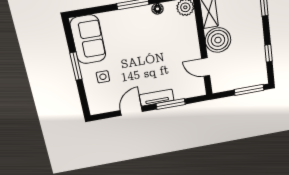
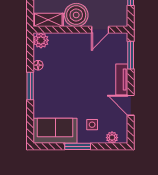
plant: (93, 99) -> (112, 138), added
window: (171, 104) -> (131, 55), moved

